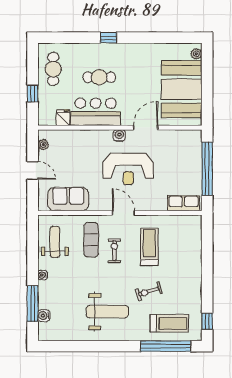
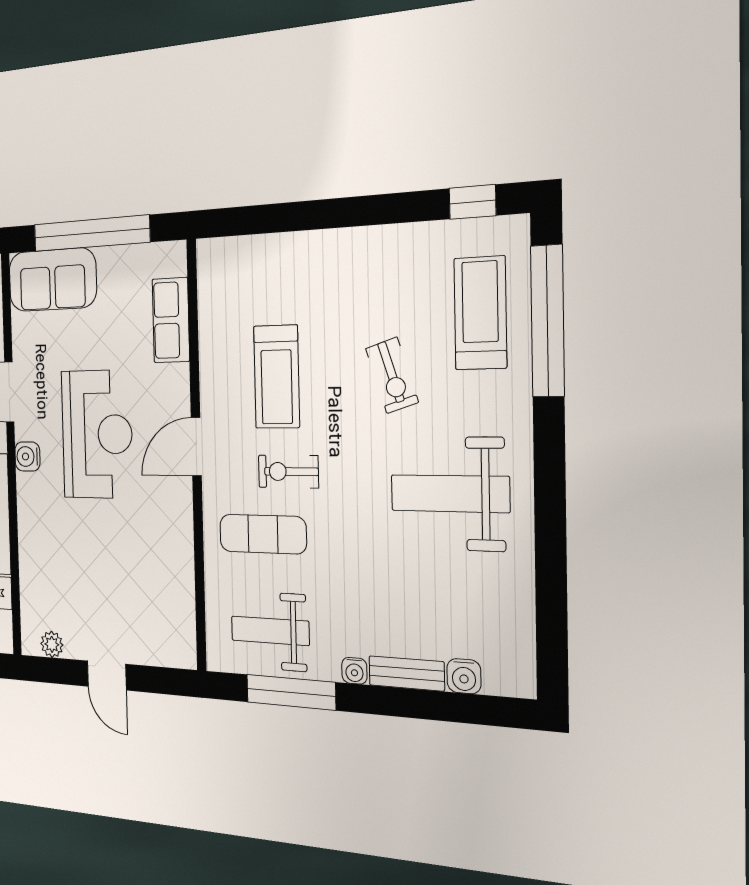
door: (33, 170) -> (107, 675), swing flipped
sofa: (68, 199) -> (52, 280), moved, turned -90
row of seats: (183, 203) -> (171, 320), moved
treadmill: (149, 247) -> (277, 377), turned -90
bench: (43, 295) -> (406, 673), added
window: (33, 304) -> (291, 692), moved
weight bench: (107, 312) -> (450, 494), turned -90

